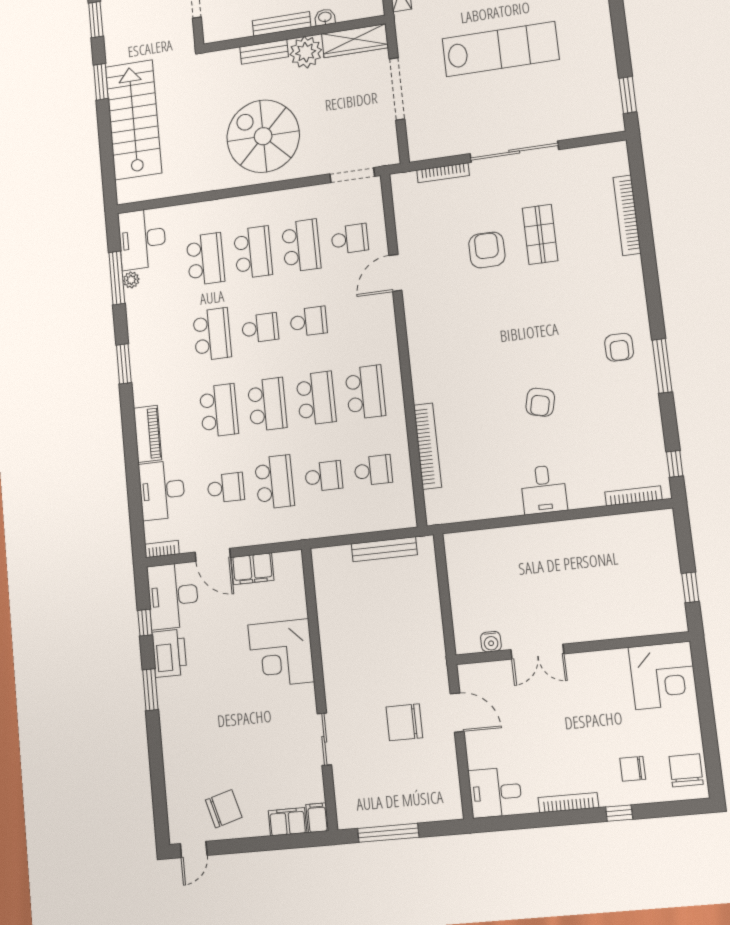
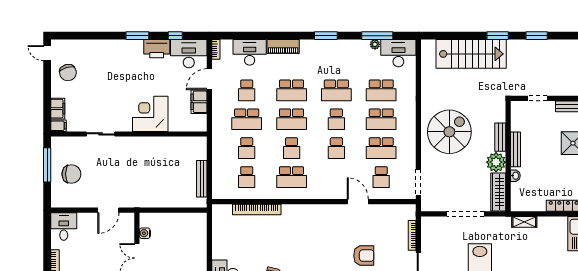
school desk: (316, 398) -> (292, 148), width x0.54
chair: (404, 722) -> (71, 174), moved, turned 90

